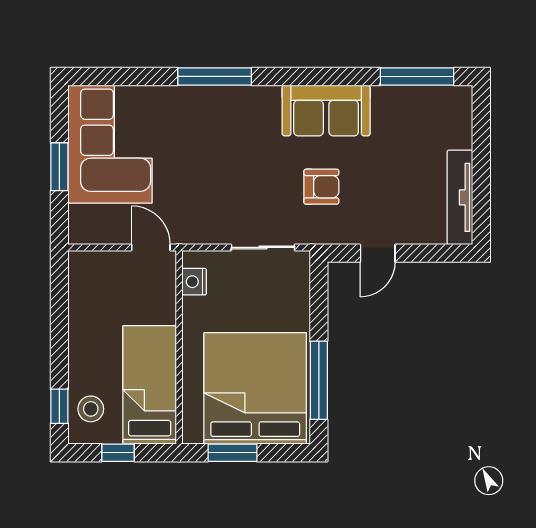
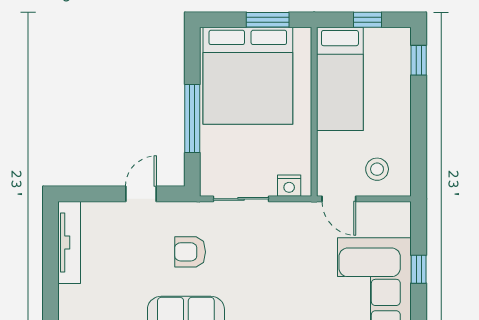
window: (59, 167) -> (419, 269), width x0.67
nightstand: (194, 282) -> (289, 186), moved, turned 90
window: (319, 380) -> (192, 118), moved
stool: (91, 409) -> (377, 169), moved

